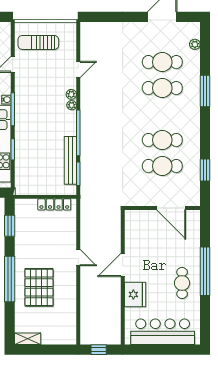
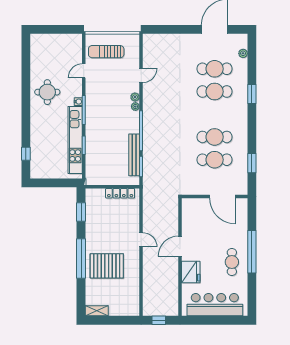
window: (205, 91) -> (252, 94), width x0.69
pallet: (39, 287) -> (107, 266), turned 90

